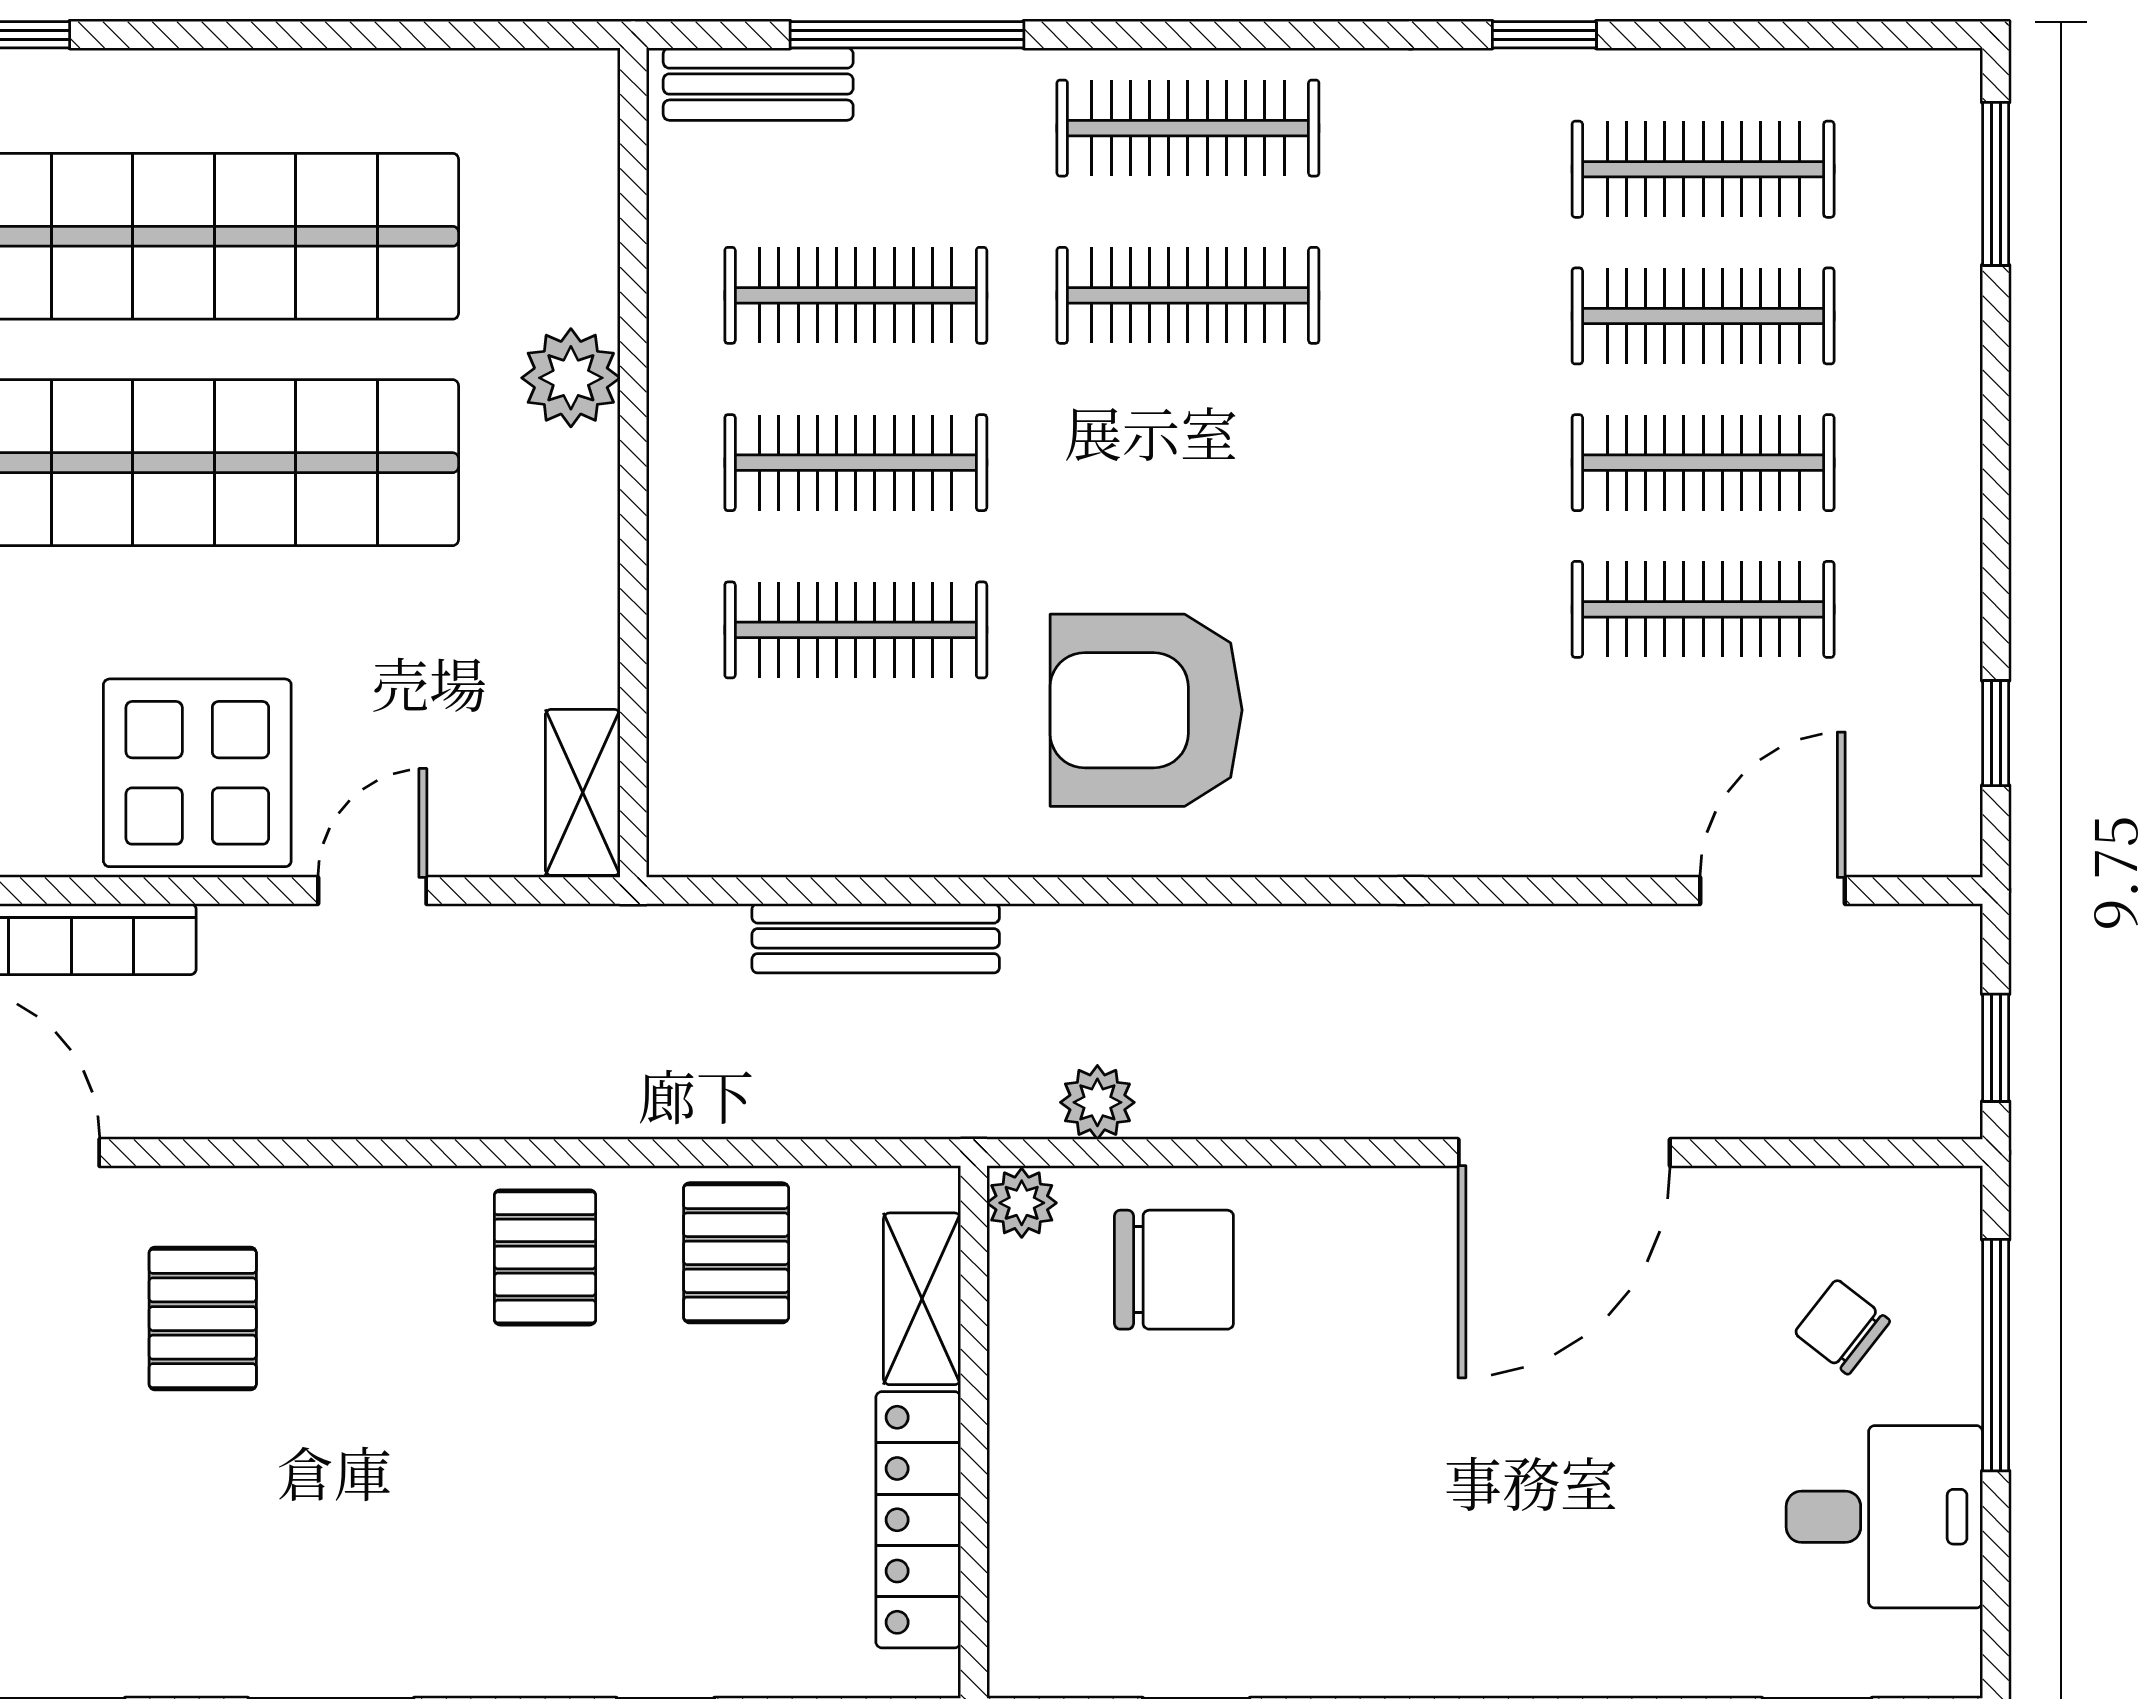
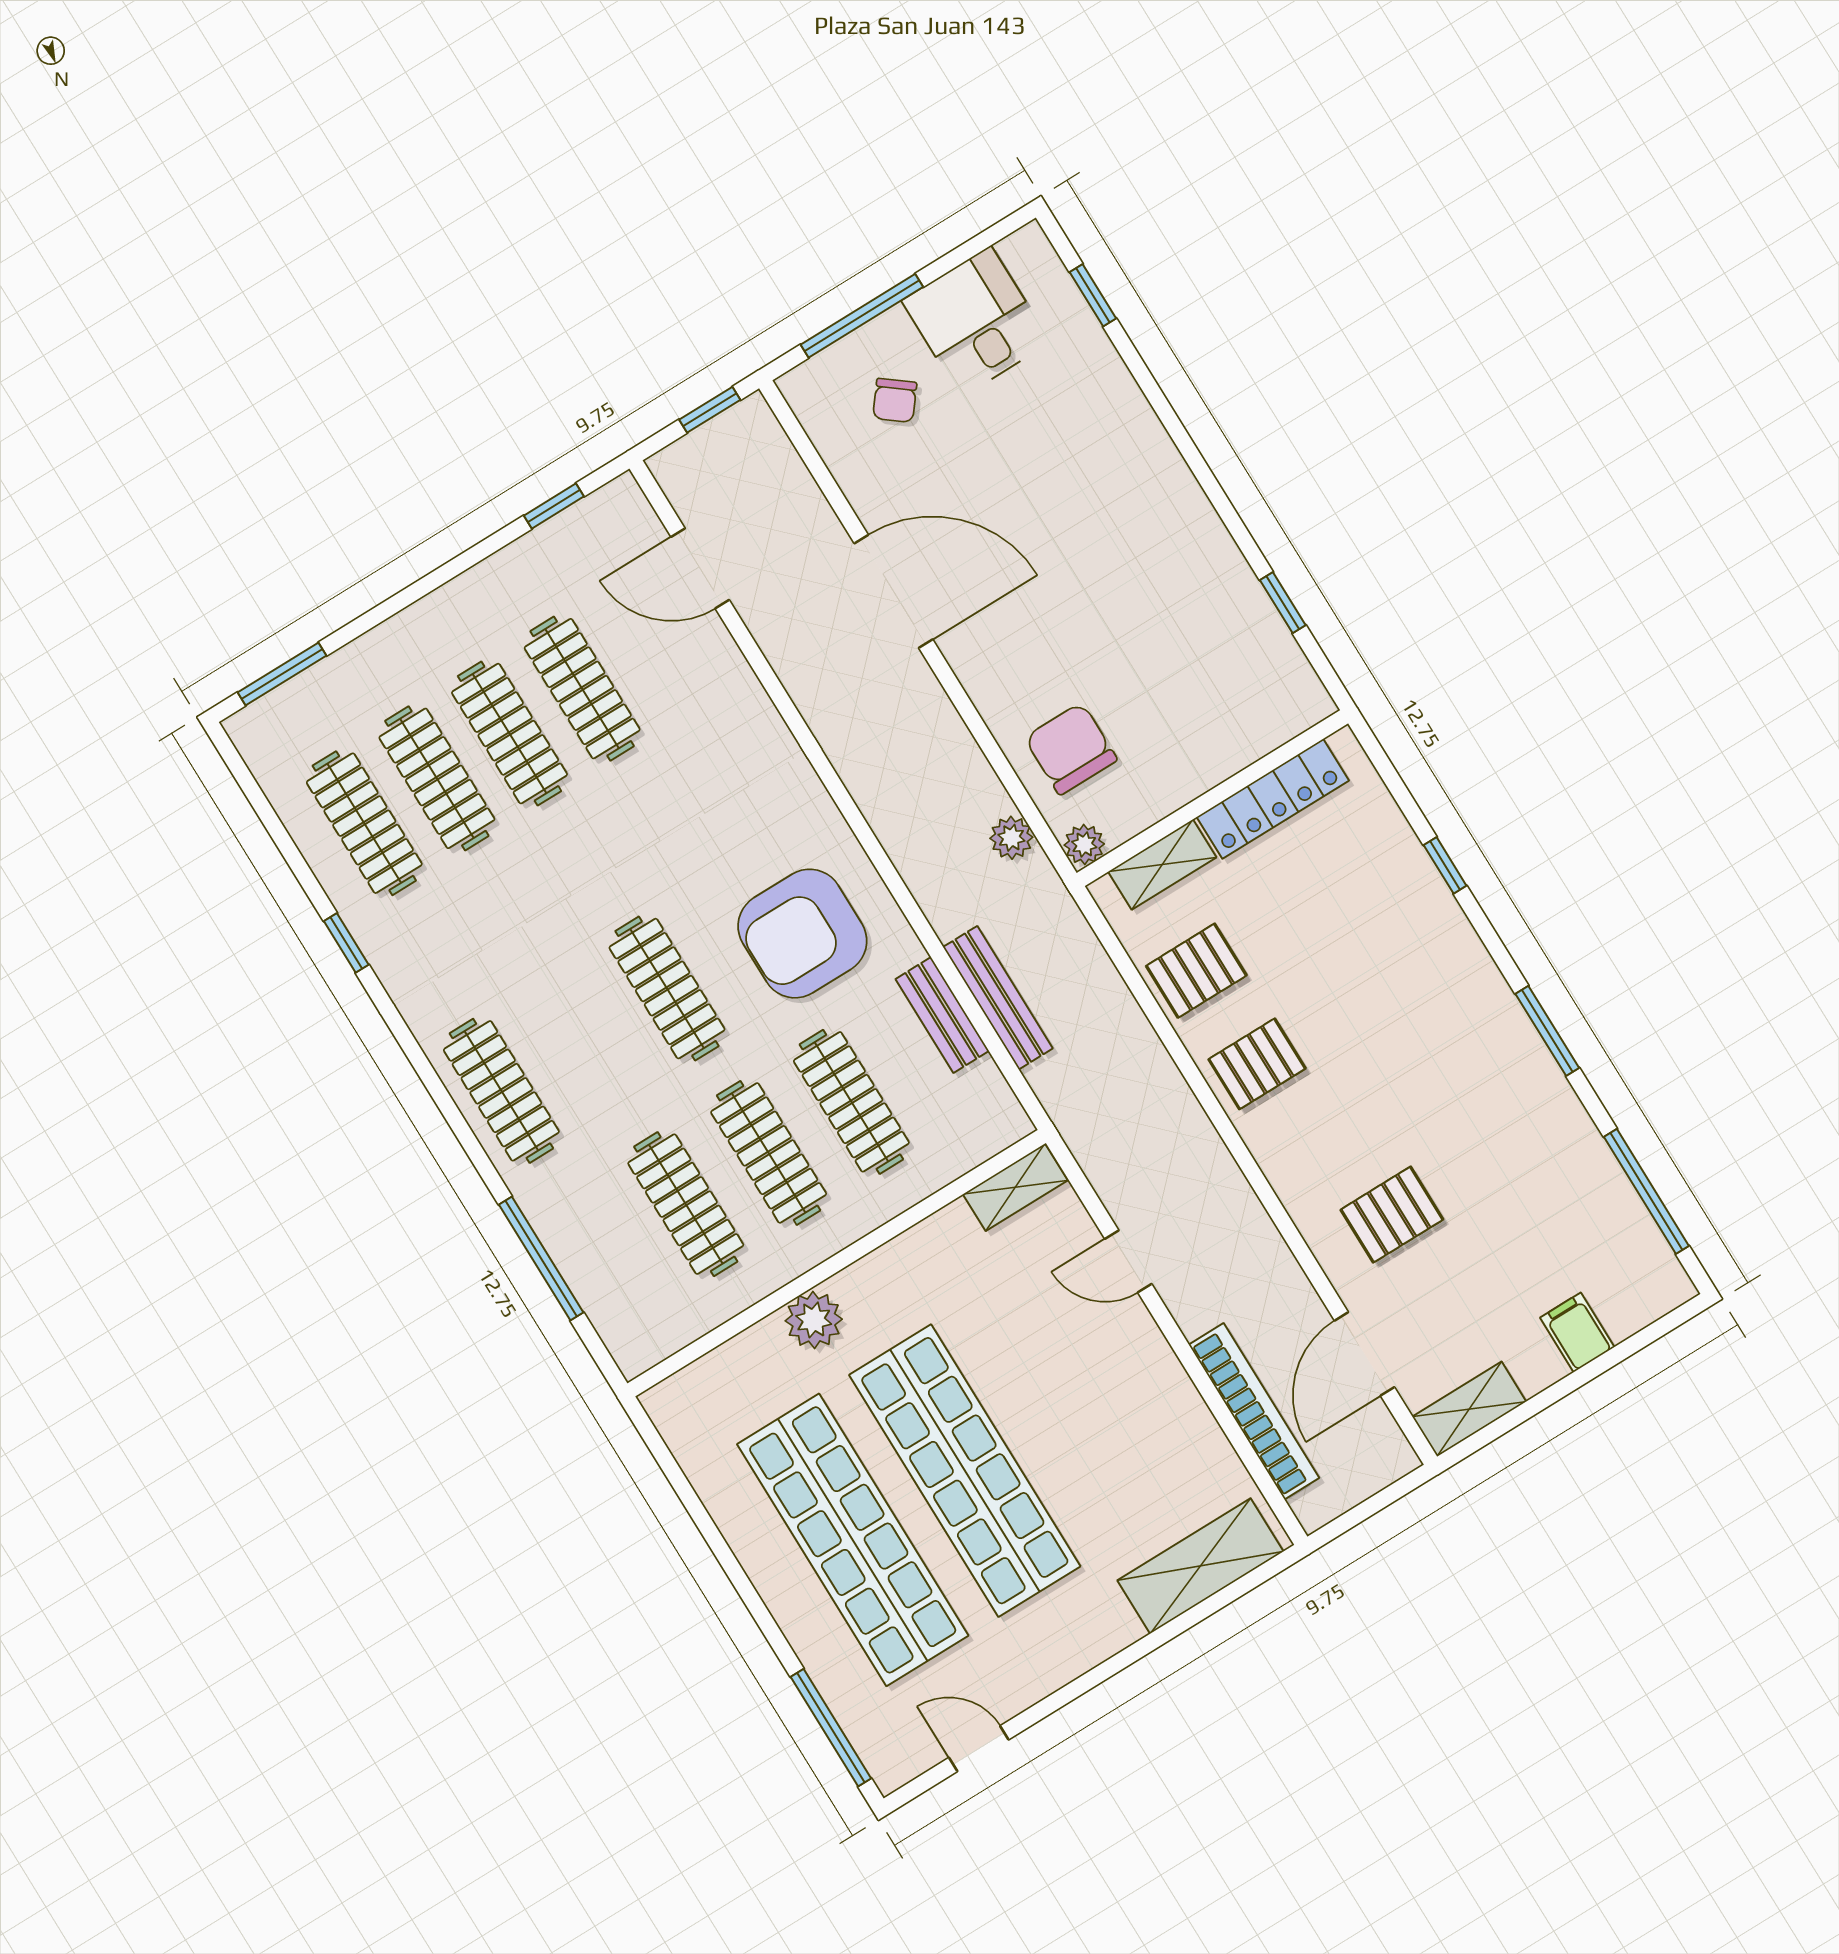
bench: (758, 84) -> (942, 1015), moved
clothes rail: (1188, 295) -> (667, 989), moved
armchair: (1146, 710) -> (802, 934), turned 90
display table: (197, 773) -> (1123, 1384), removed

